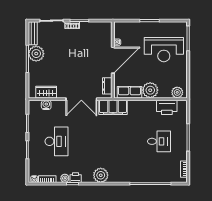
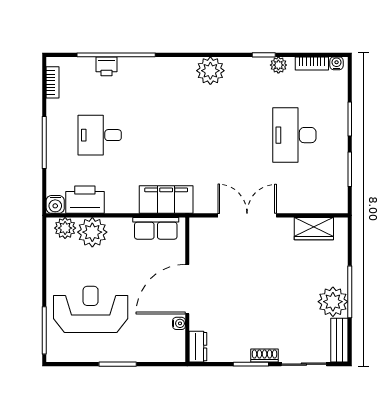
dresser: (107, 86) -> (198, 347), moved
plant: (150, 90) -> (92, 232), moved
water cooler: (46, 105) -> (55, 204), moved
filing cabinet: (113, 107) -> (166, 200), moved
printer: (76, 178) -> (106, 66), moved

